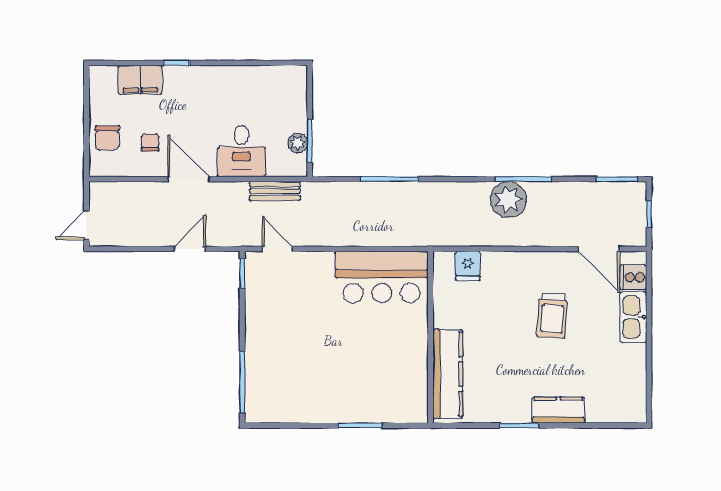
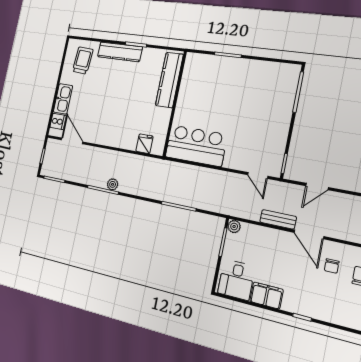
filing cabinet: (140, 80) -> (266, 295), moved
plant: (298, 143) -> (234, 227), moved
desk: (241, 151) -> (236, 280), moved, turned 180
bench: (275, 191) -> (278, 219), moved
plant: (508, 200) -> (113, 184), width x0.53, depth x0.53
trolley: (552, 316) -> (83, 60), moved
kitchen counter: (558, 410) -> (120, 52), width x1.50

